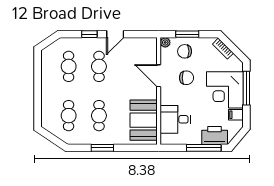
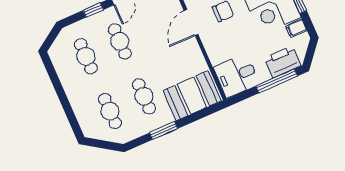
door: (159, 76) -> (191, 23), hinge flipped
desk: (175, 119) -> (236, 76), moved
booth: (144, 120) -> (192, 96), moved, turned 90

